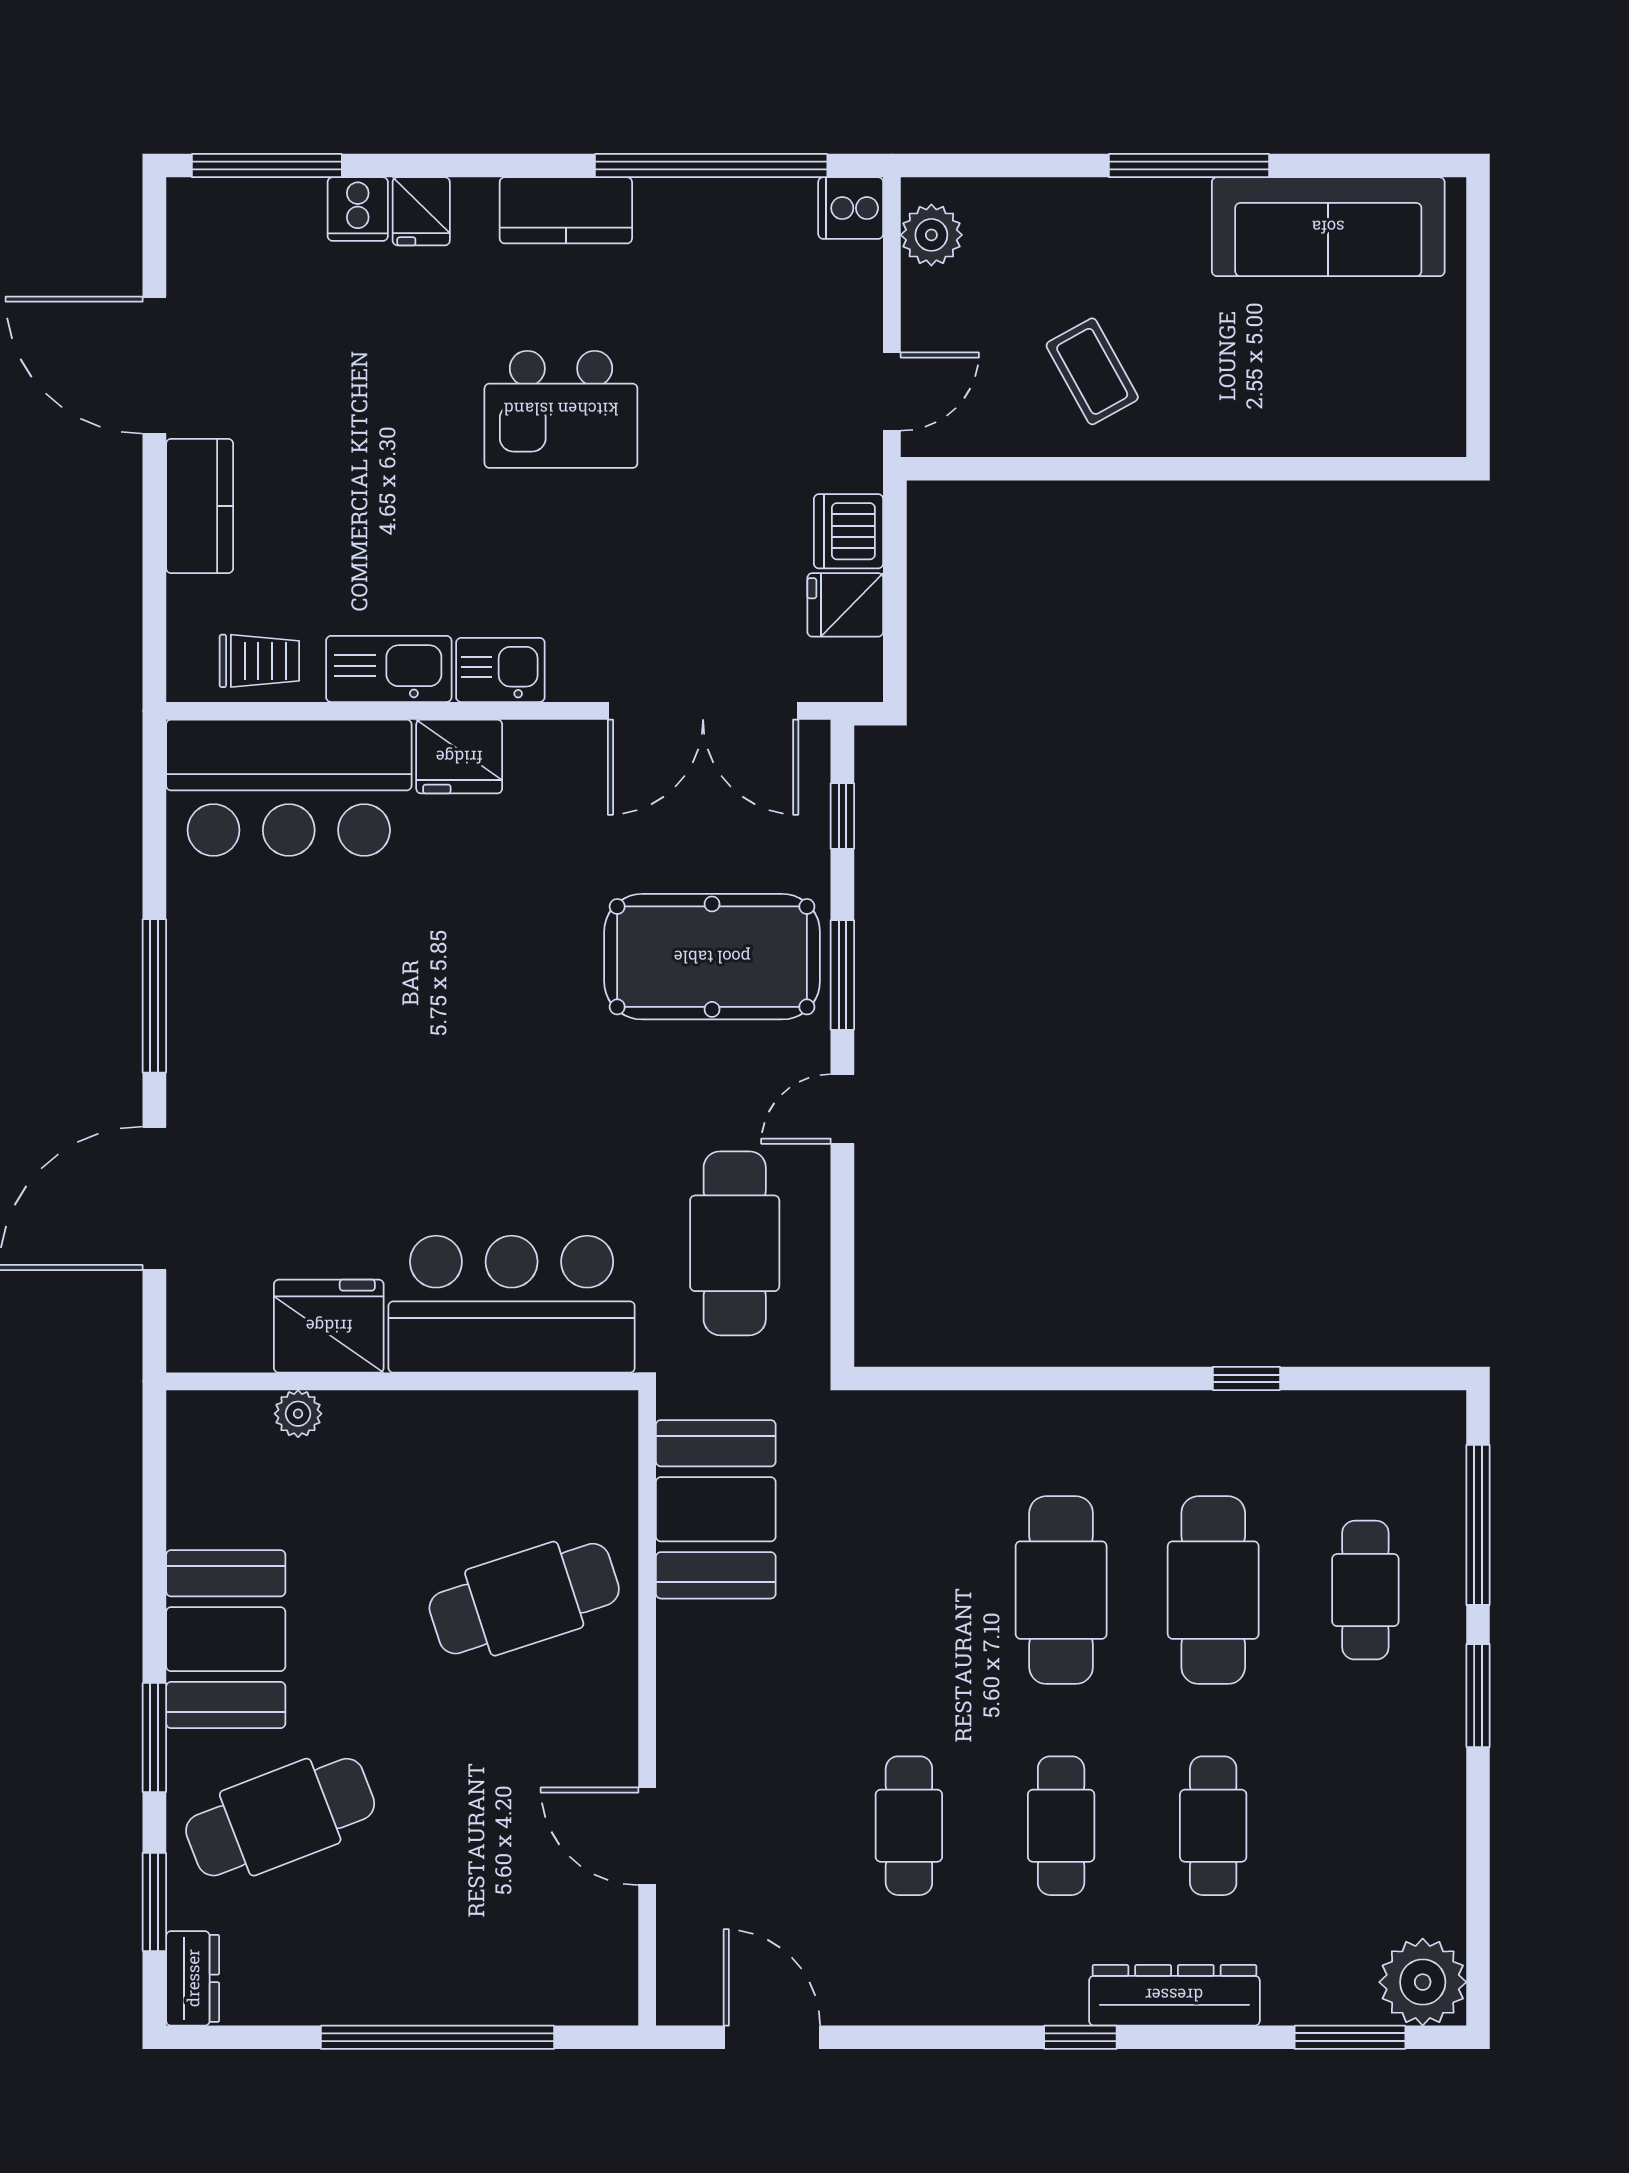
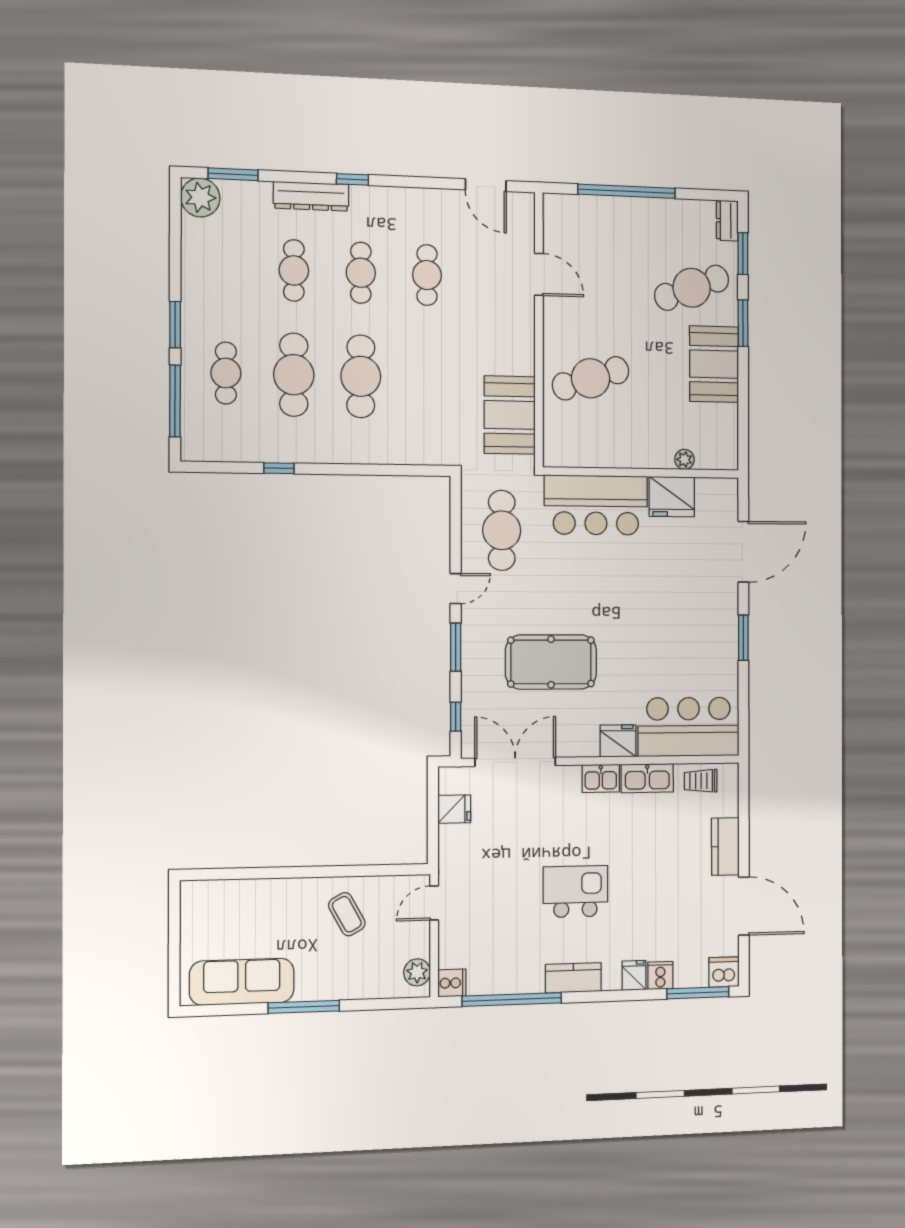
dishwasher: (849, 531) -> (724, 972), moved, turned -90
pool table: (712, 957) -> (551, 662), moved
window: (154, 996) -> (743, 638), width x0.69

